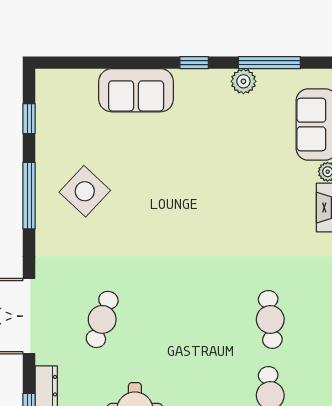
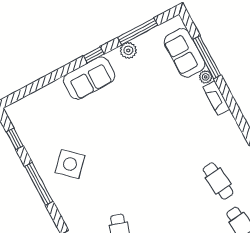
sofa: (136, 90) -> (89, 78), moved

